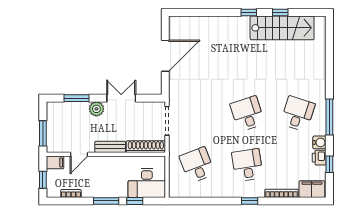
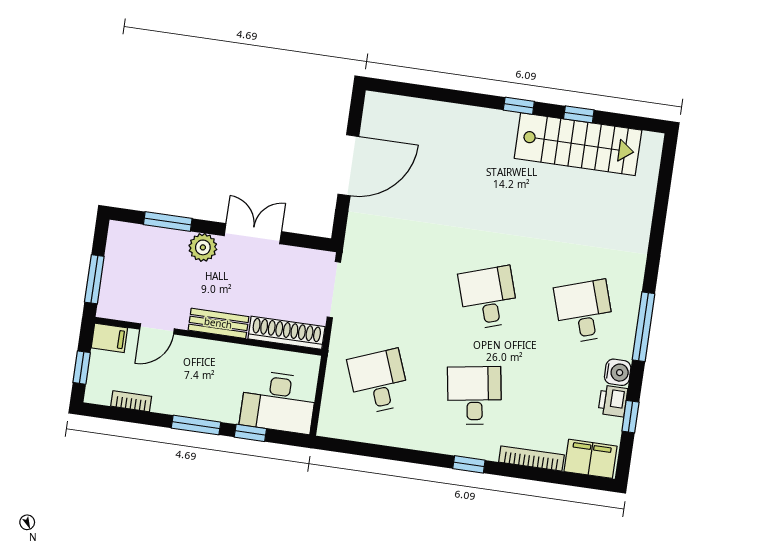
desk: (298, 114) -> (584, 312), turned -36

